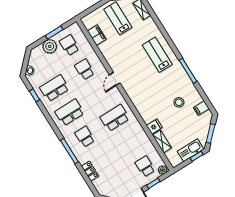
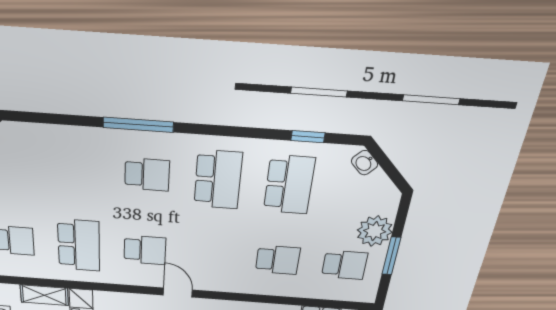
door: (115, 79) -> (178, 293), moved
school desk: (115, 118) -> (145, 250), width x0.54
school desk: (130, 142) -> (79, 245), added
locker: (90, 171) -> (67, 137), removed

